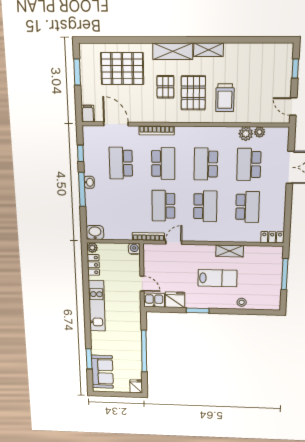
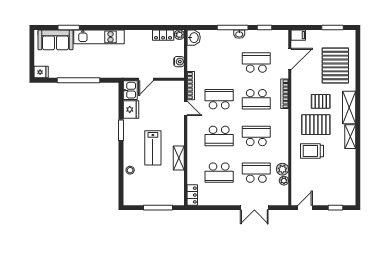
water cooler: (134, 249) -> (179, 62), moved
kitchen unit: (97, 306) -> (99, 37), moved

